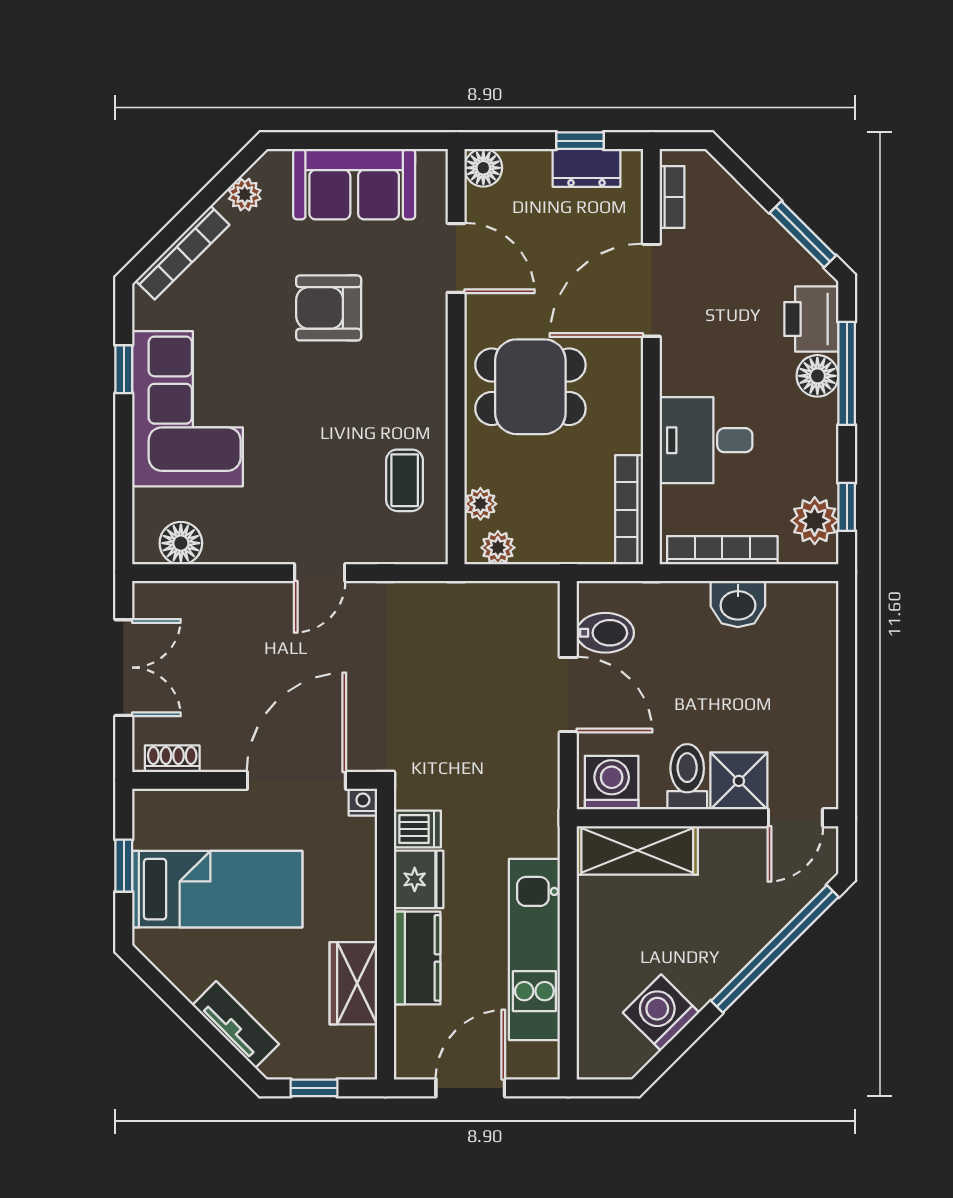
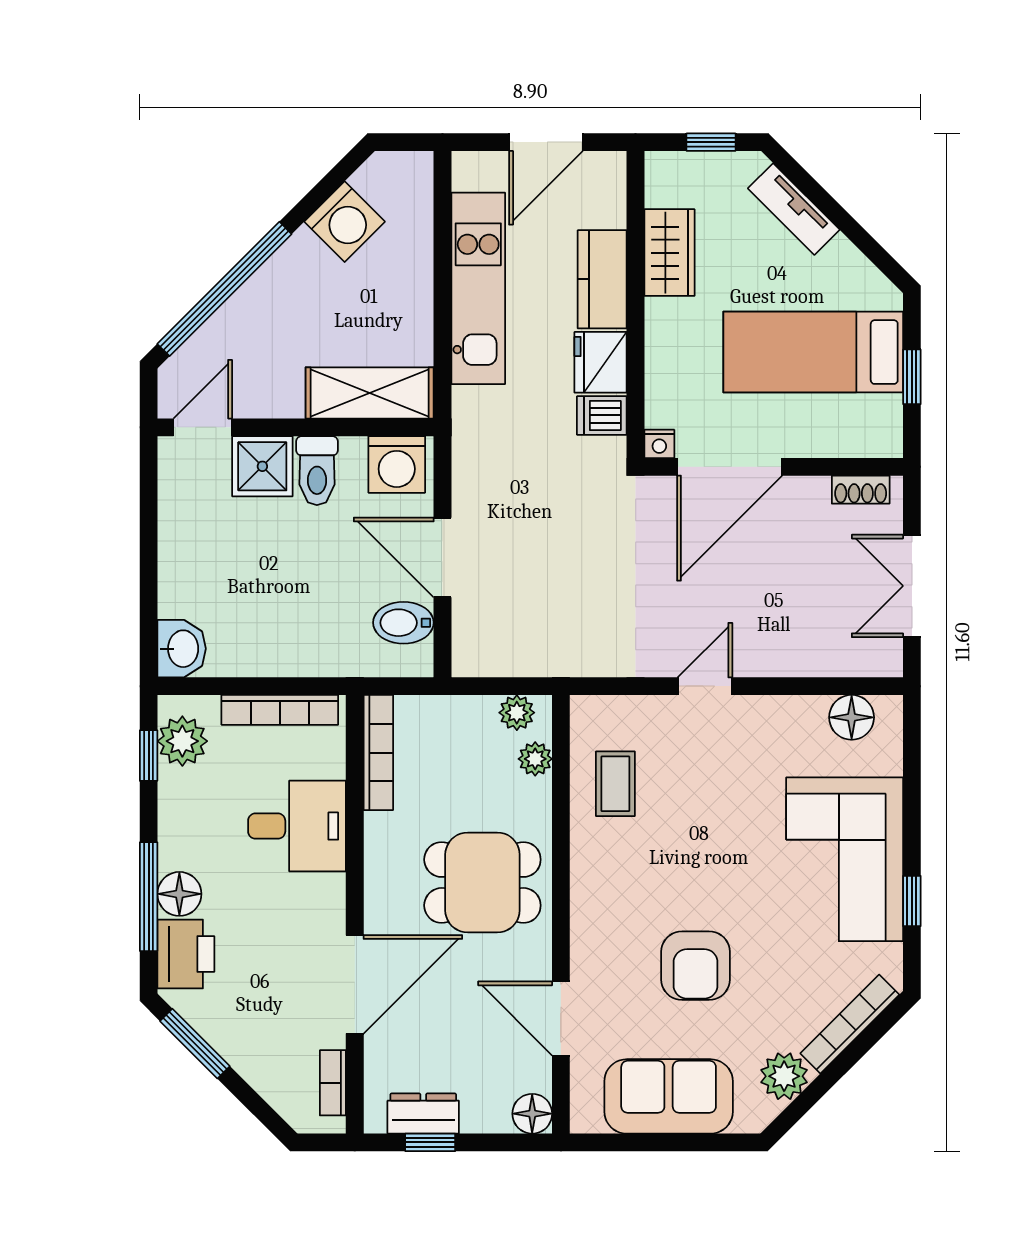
plant: (245, 195) -> (784, 1076), width x1.38, depth x1.38
armchair: (329, 308) -> (696, 966), turned 90
washbasin: (738, 604) -> (182, 649), moved, turned 90

